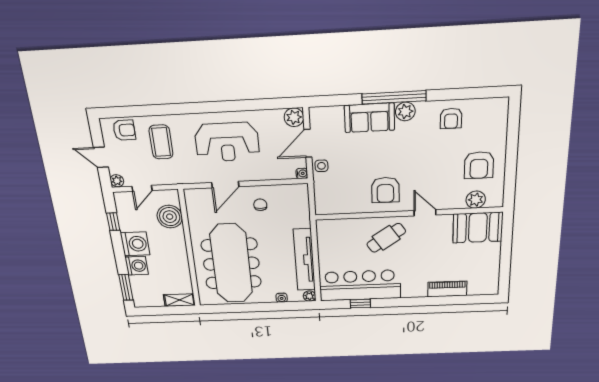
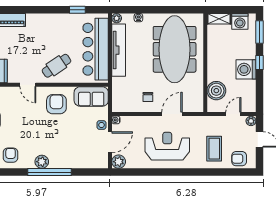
sofa: (369, 118) -> (91, 96), moved, turned 180
window: (113, 222) -> (259, 63), moved
washing machine: (137, 266) -> (240, 21), moved, turned -90
bar counter: (360, 285) -> (96, 49), moved, turned 90

